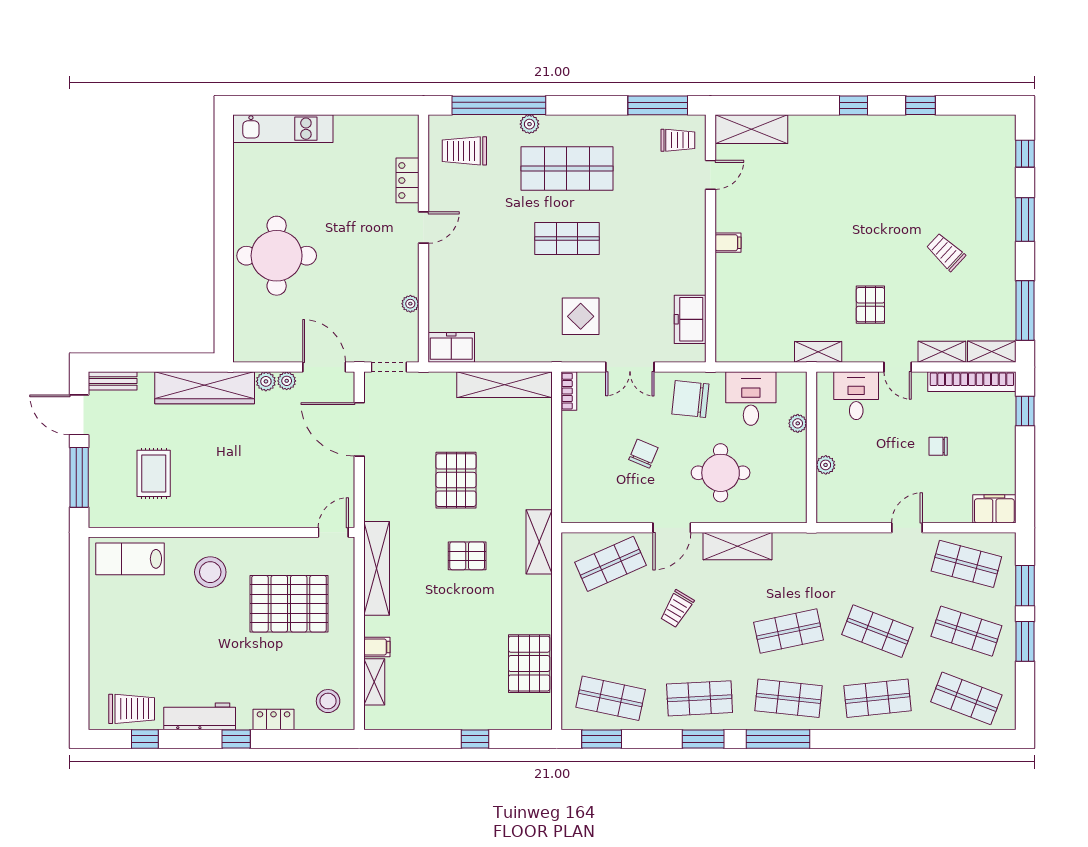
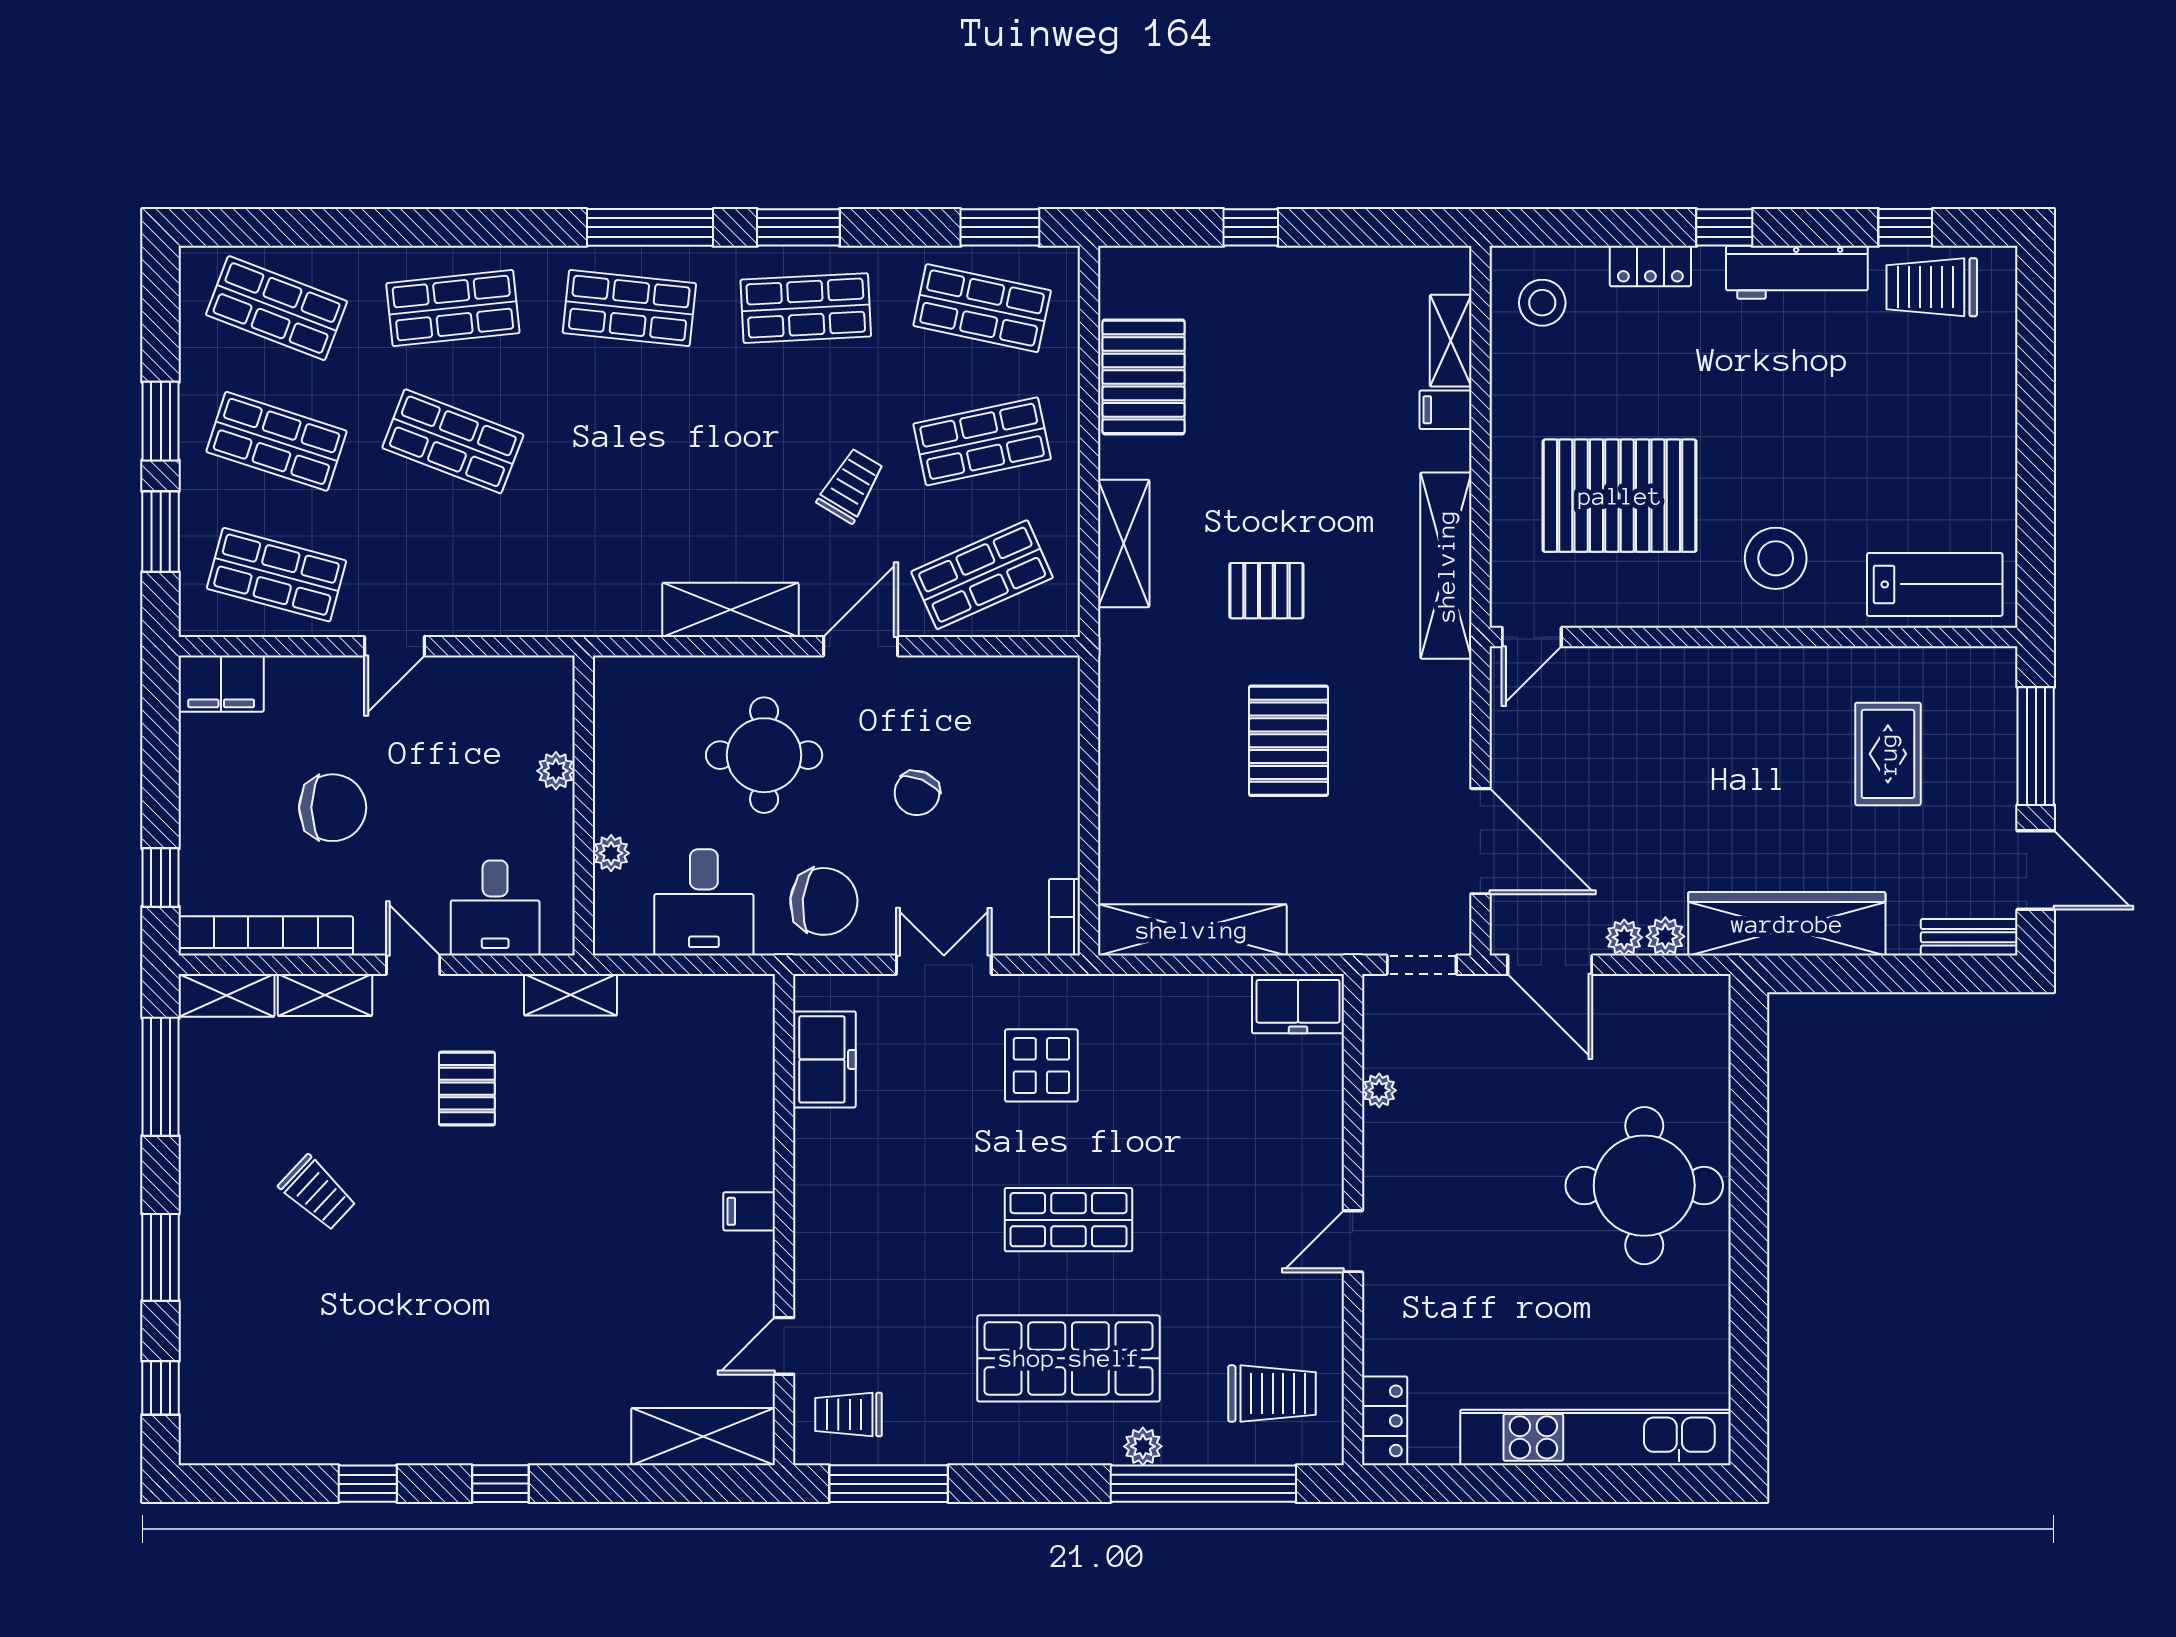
kitchen unit: (283, 129) -> (1596, 1437), width x1.36
locker: (408, 180) -> (1385, 1421), moved
chair: (938, 446) -> (333, 808), width x1.87, depth x1.87
shelving: (539, 542) -> (1124, 544), moved
shop shelf: (788, 631) -> (982, 441), moved

